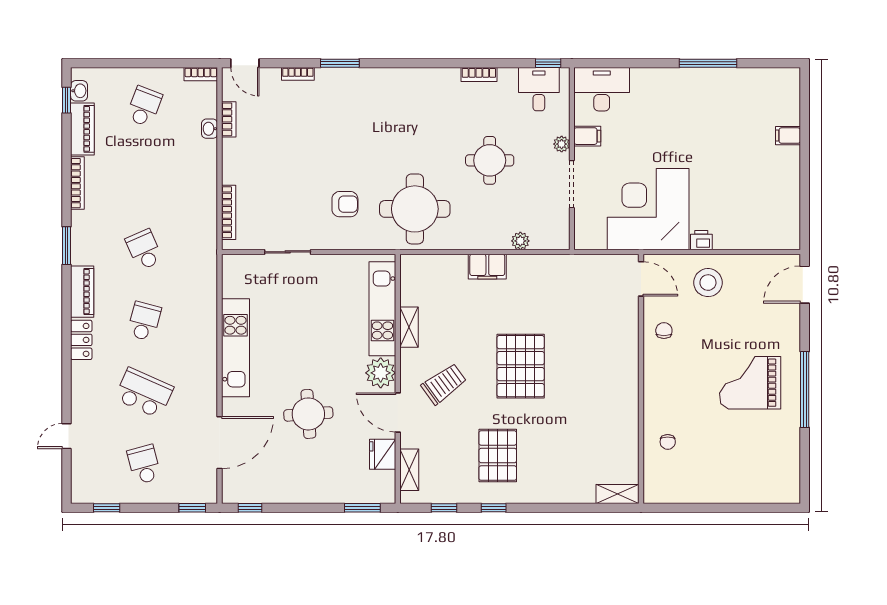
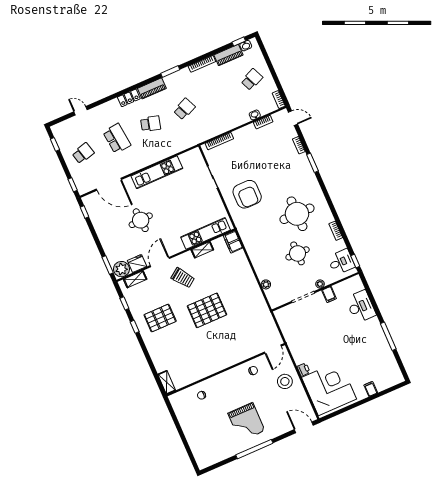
door: (245, 63) -> (293, 118), swing flipped
desk: (602, 89) -> (361, 307), moved
school desk: (144, 106) -> (252, 79), turned -45
armchair: (345, 204) -> (247, 194), width x1.88, depth x1.88
round table: (415, 209) -> (297, 214), moved
corner desk: (648, 209) -> (329, 388), moved
filing cabinet: (487, 267) -> (233, 242), moved
plant: (381, 373) -> (121, 269), moved
grand piano: (750, 383) -> (246, 422), turned 180
school desk: (144, 393) -> (117, 138), turned -30

